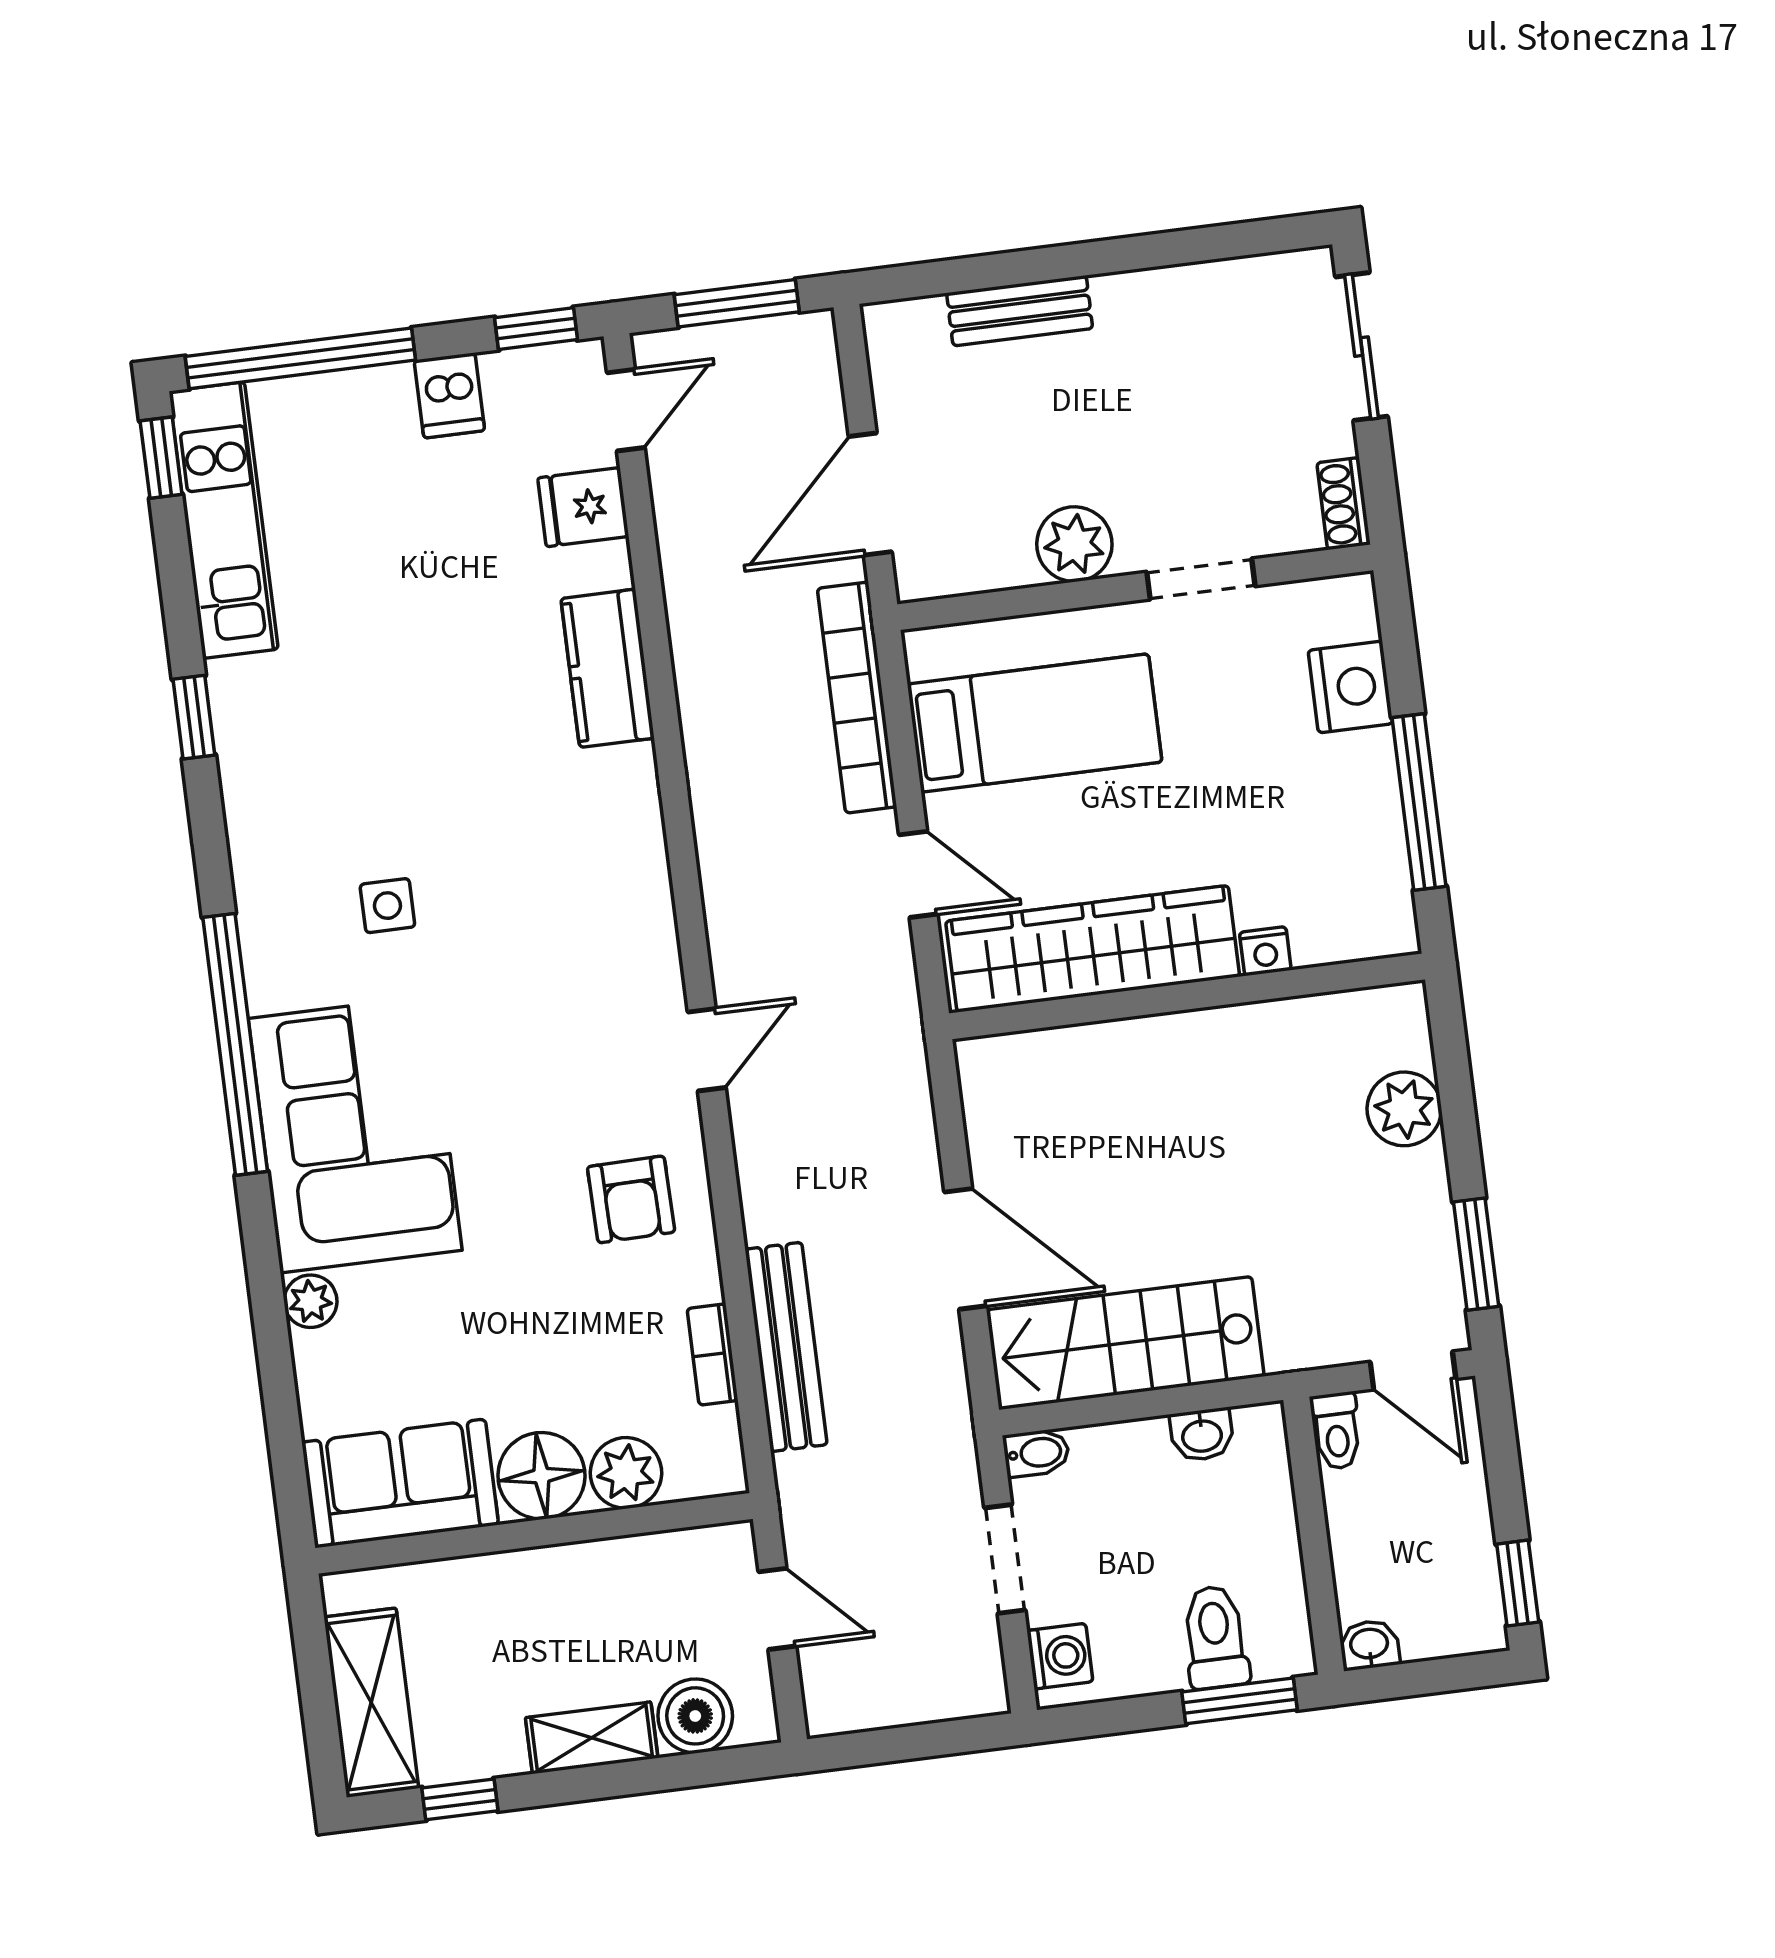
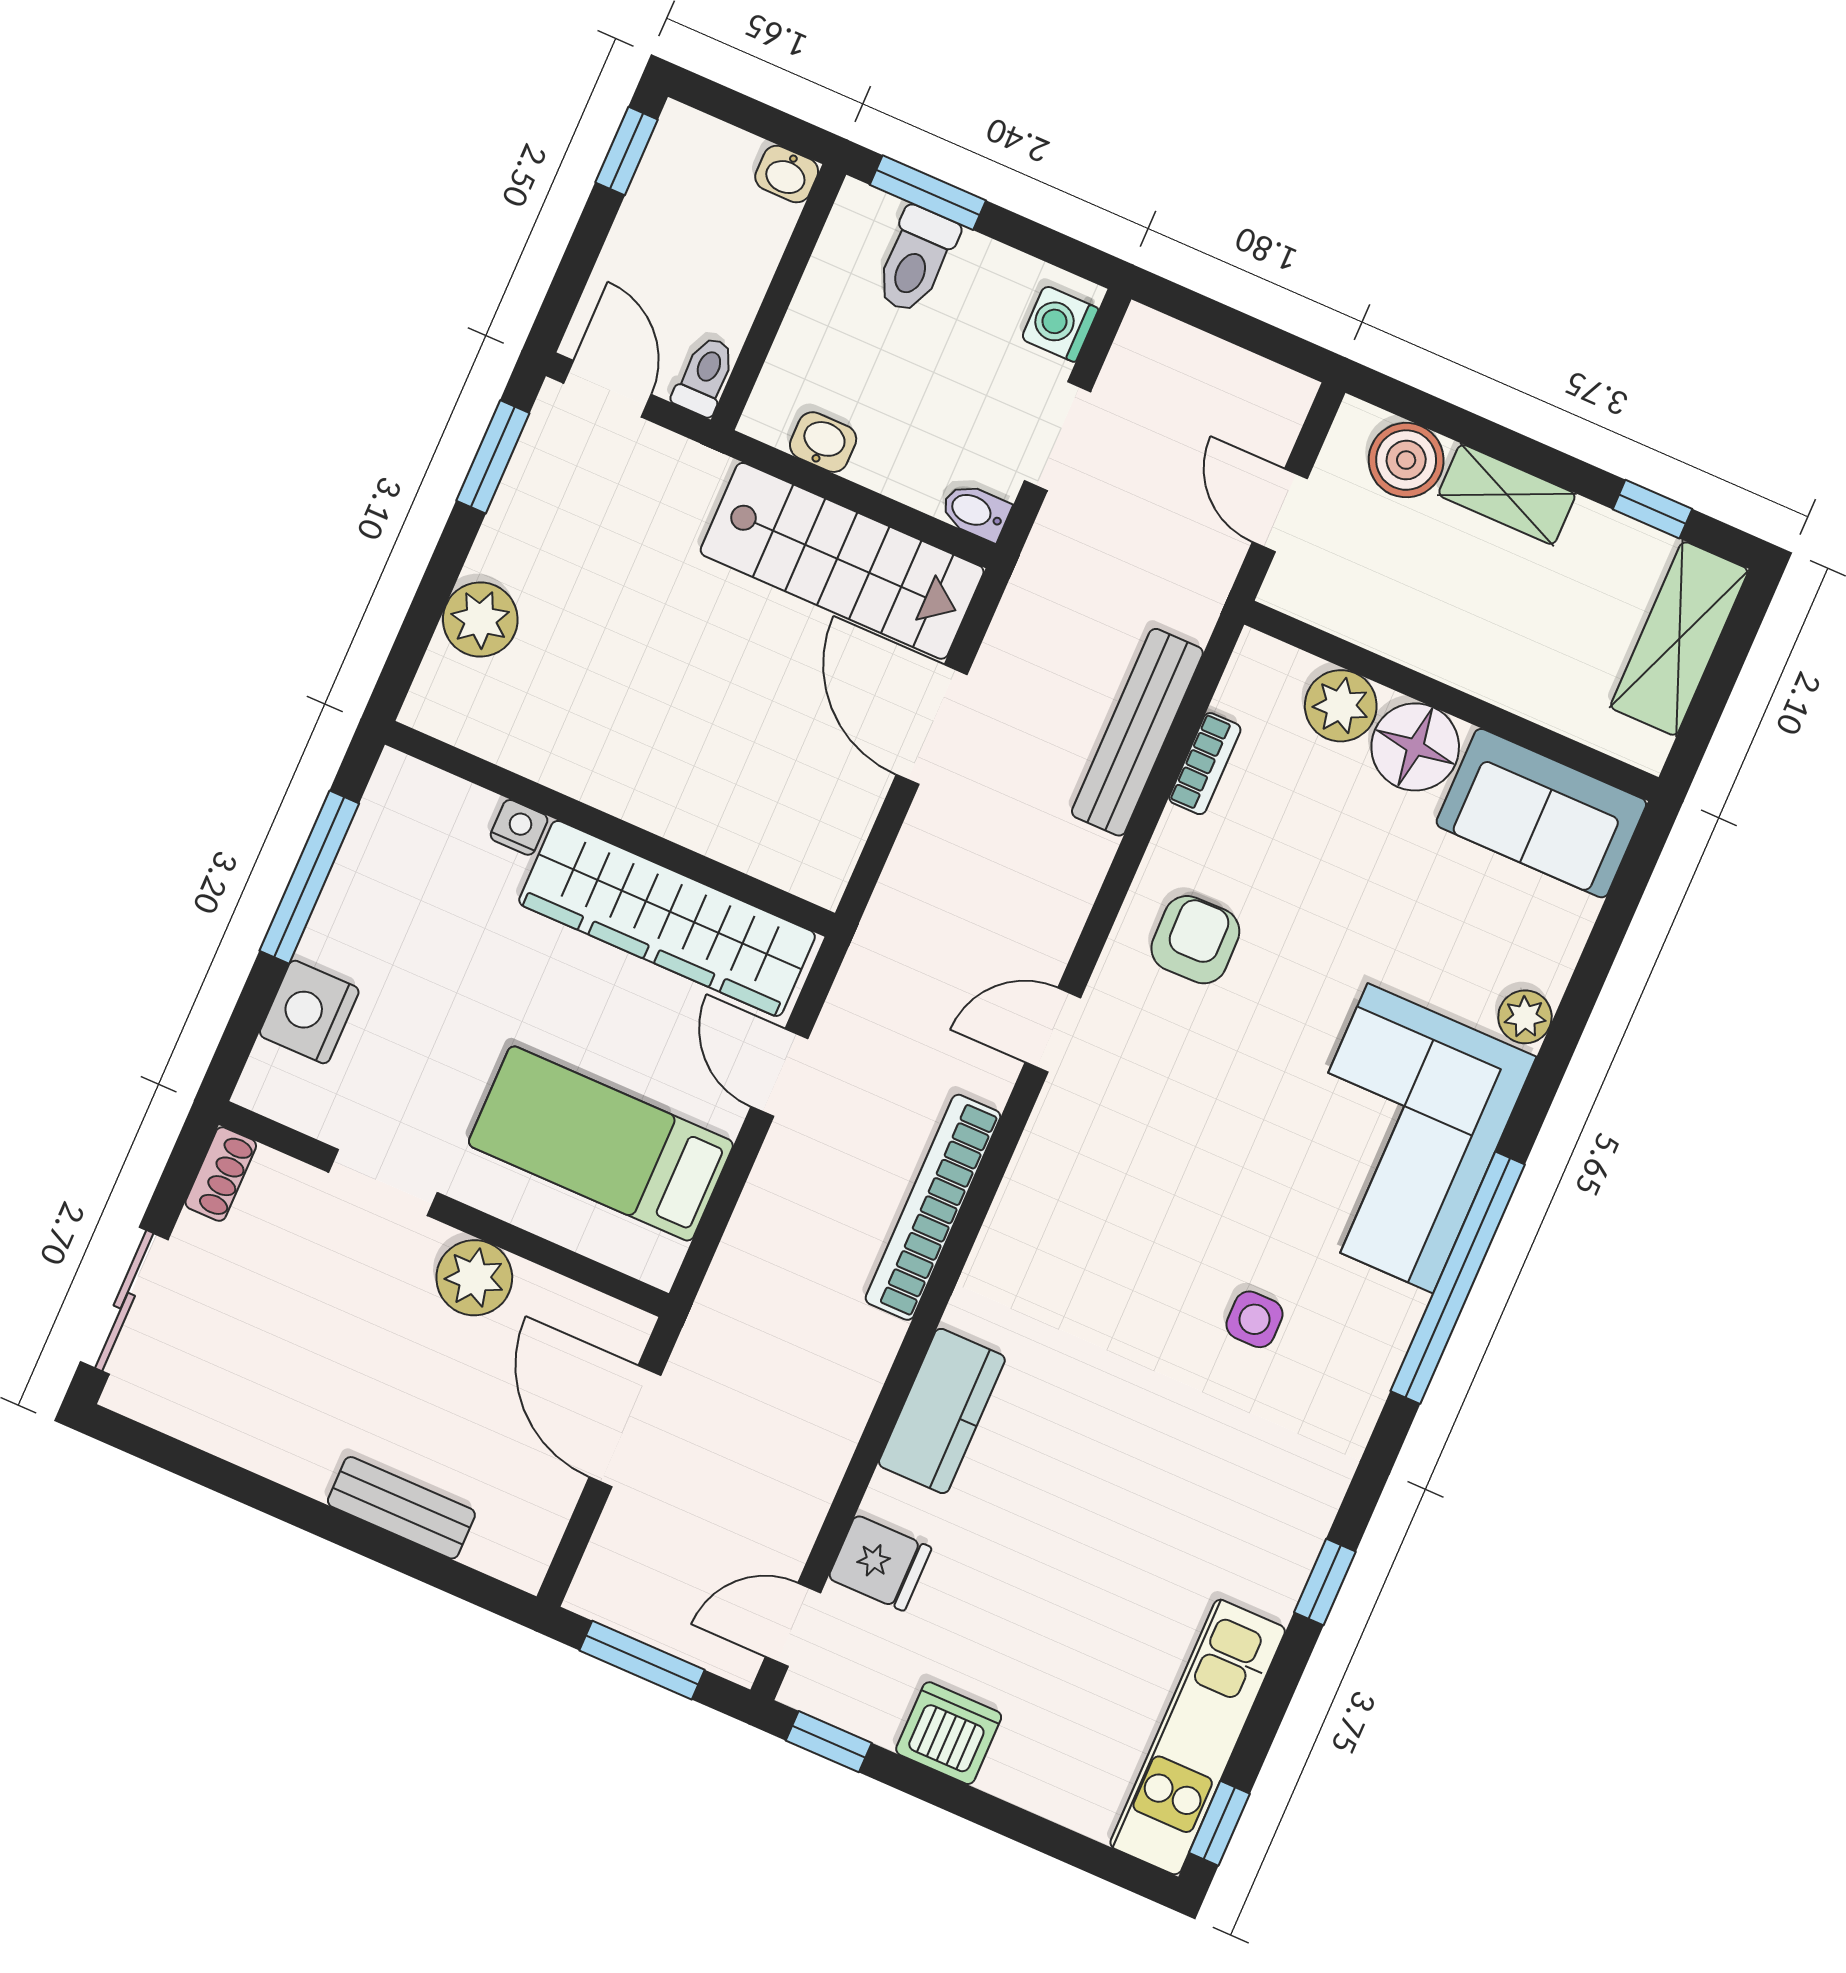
window: (300, 358) -> (1048, 1837), removed
dishwasher: (449, 395) -> (949, 1733), width x1.38
door: (870, 494) -> (625, 1426), swing flipped
bookcase: (857, 698) -> (933, 1207), moved, turned 180

